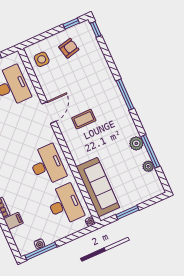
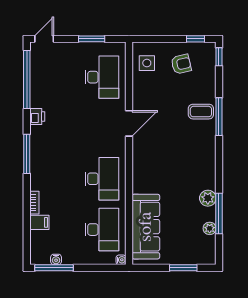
window: (125, 95) -> (219, 117), moved
coffee table: (84, 119) -> (201, 112), moved
window: (127, 212) -> (183, 268), moved

